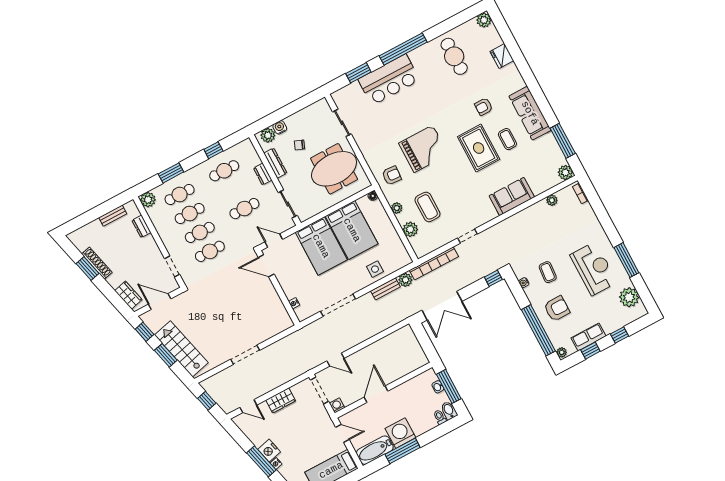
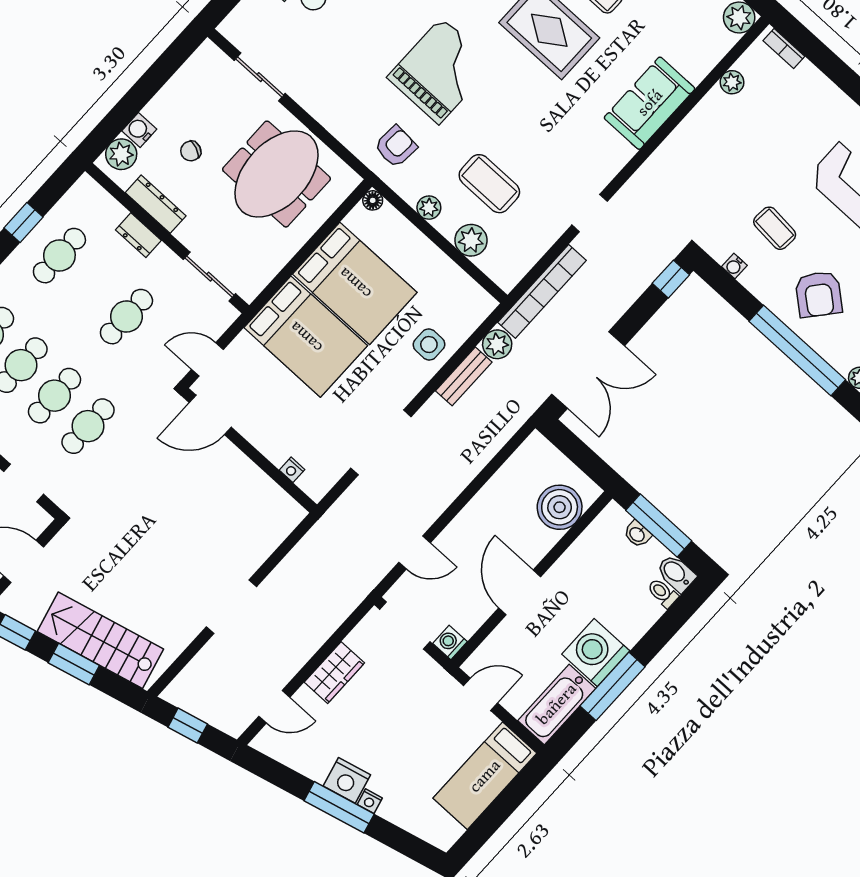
armchair: (557, 309) -> (819, 294), turned 130
boiler: (407, 362) -> (560, 507), added

